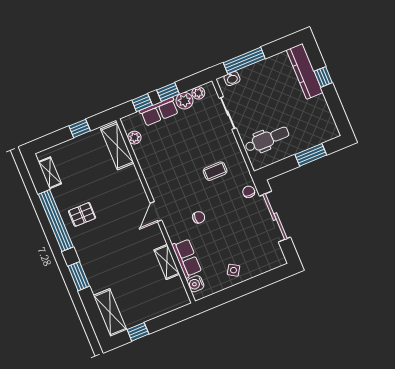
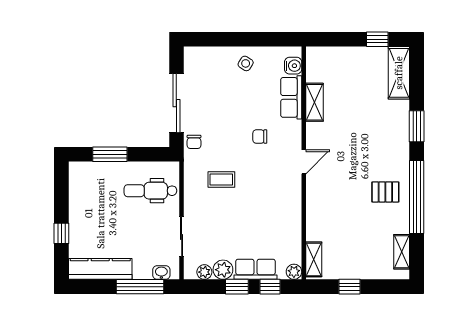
kitchen counter: (305, 71) -> (100, 269), moved, turned -90
plant: (134, 138) -> (294, 272), moved
shelving: (117, 146) -> (314, 259), width x0.67, depth x0.75

